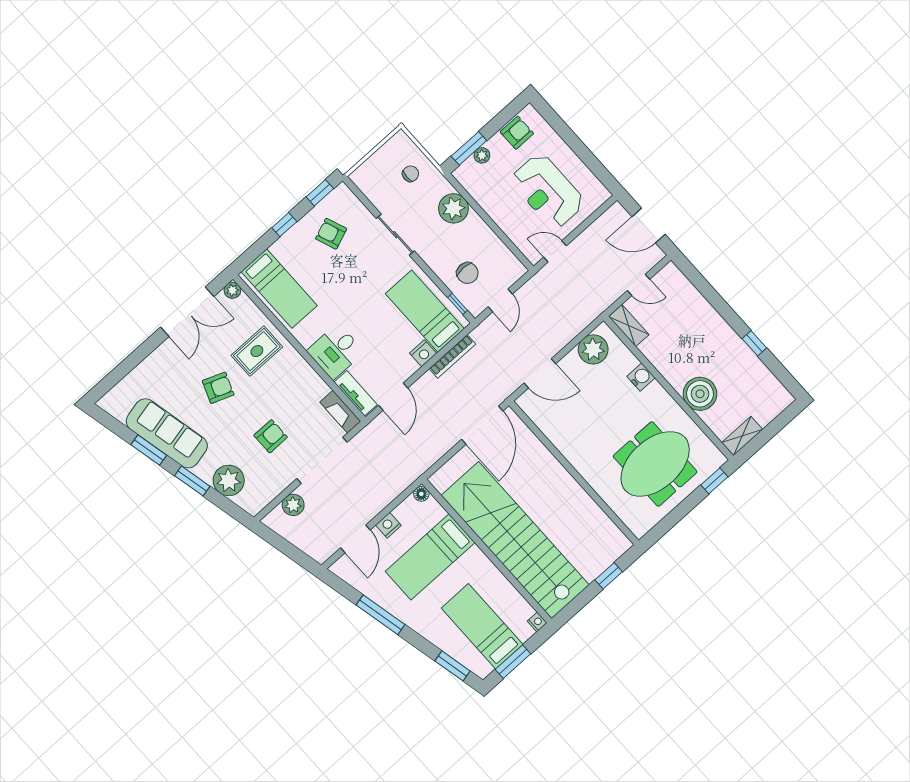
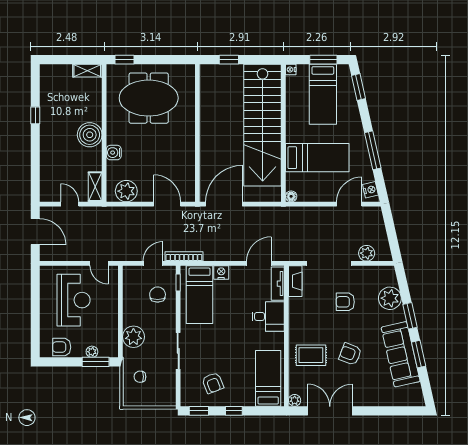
bookcase: (452, 356) -> (184, 256), moved
boiler: (700, 394) -> (90, 135), moved
nightstand: (388, 525) -> (370, 190), moved, turned -103

